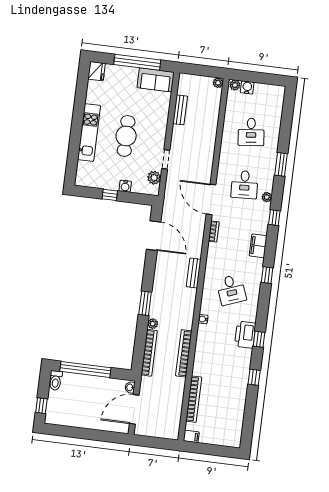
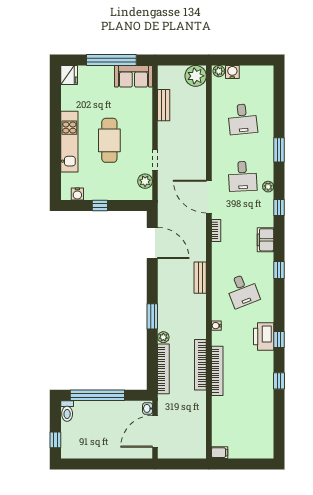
plant: (218, 83) -> (196, 76), width x1.88, depth x1.88
water cooler: (125, 186) -> (77, 194), moved
bookcase: (194, 399) -> (217, 371), moved

